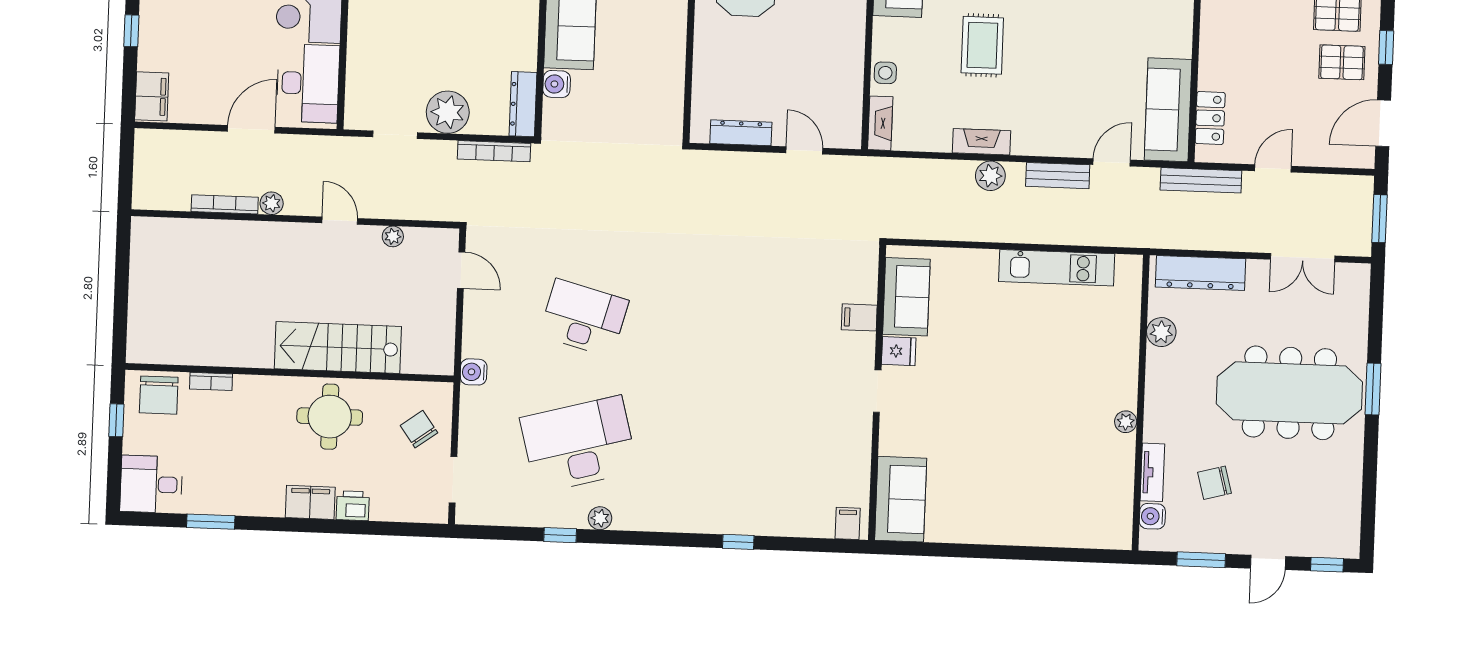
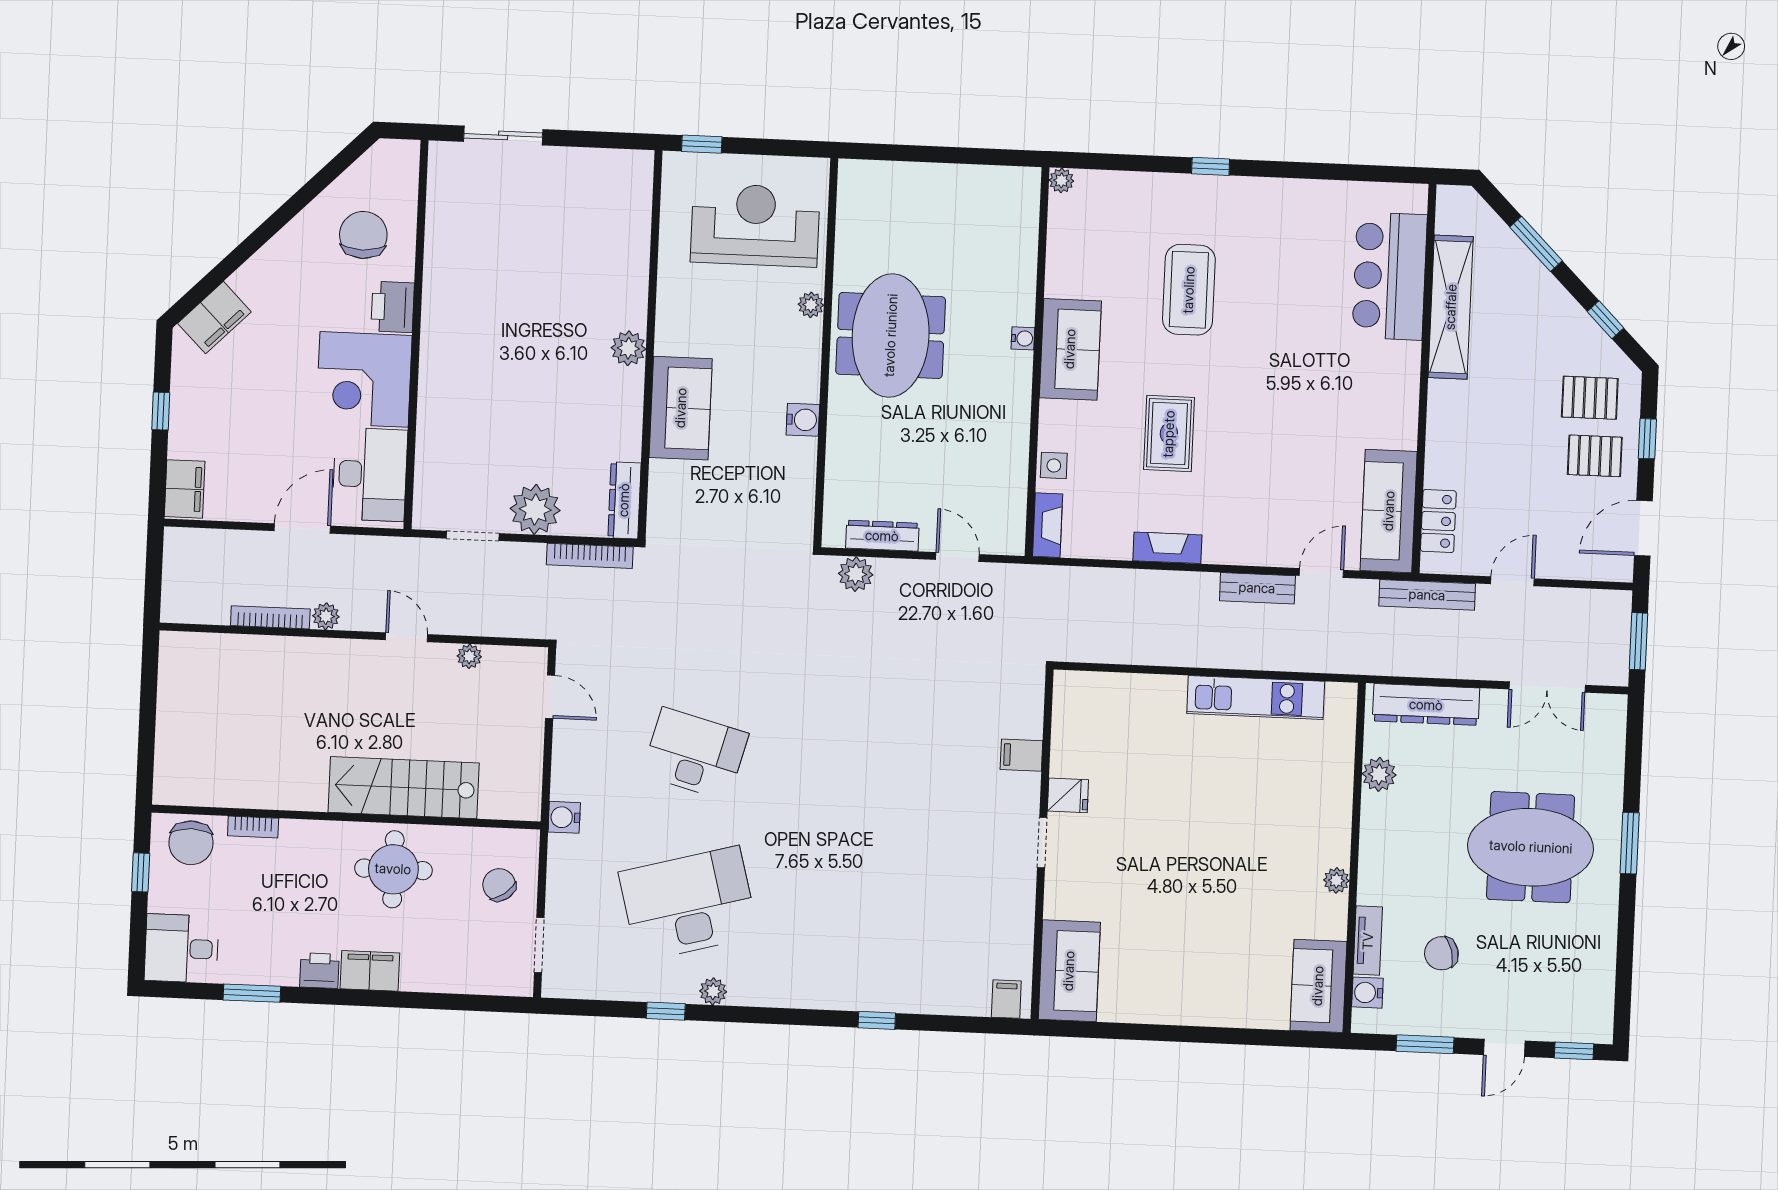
water cooler: (557, 84) -> (803, 420), moved, turned 180
plant: (990, 176) -> (856, 574), moved
sofa: (906, 297) -> (1318, 986), moved, turned 180
meeting table: (1289, 393) -> (1531, 847), width x0.73
printer: (353, 506) -> (319, 971), moved

